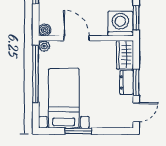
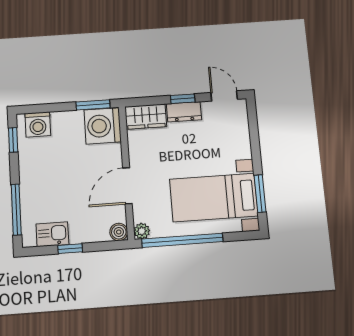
window: (136, 82) -> (183, 99), width x0.67
window: (78, 131) -> (260, 194), moved

